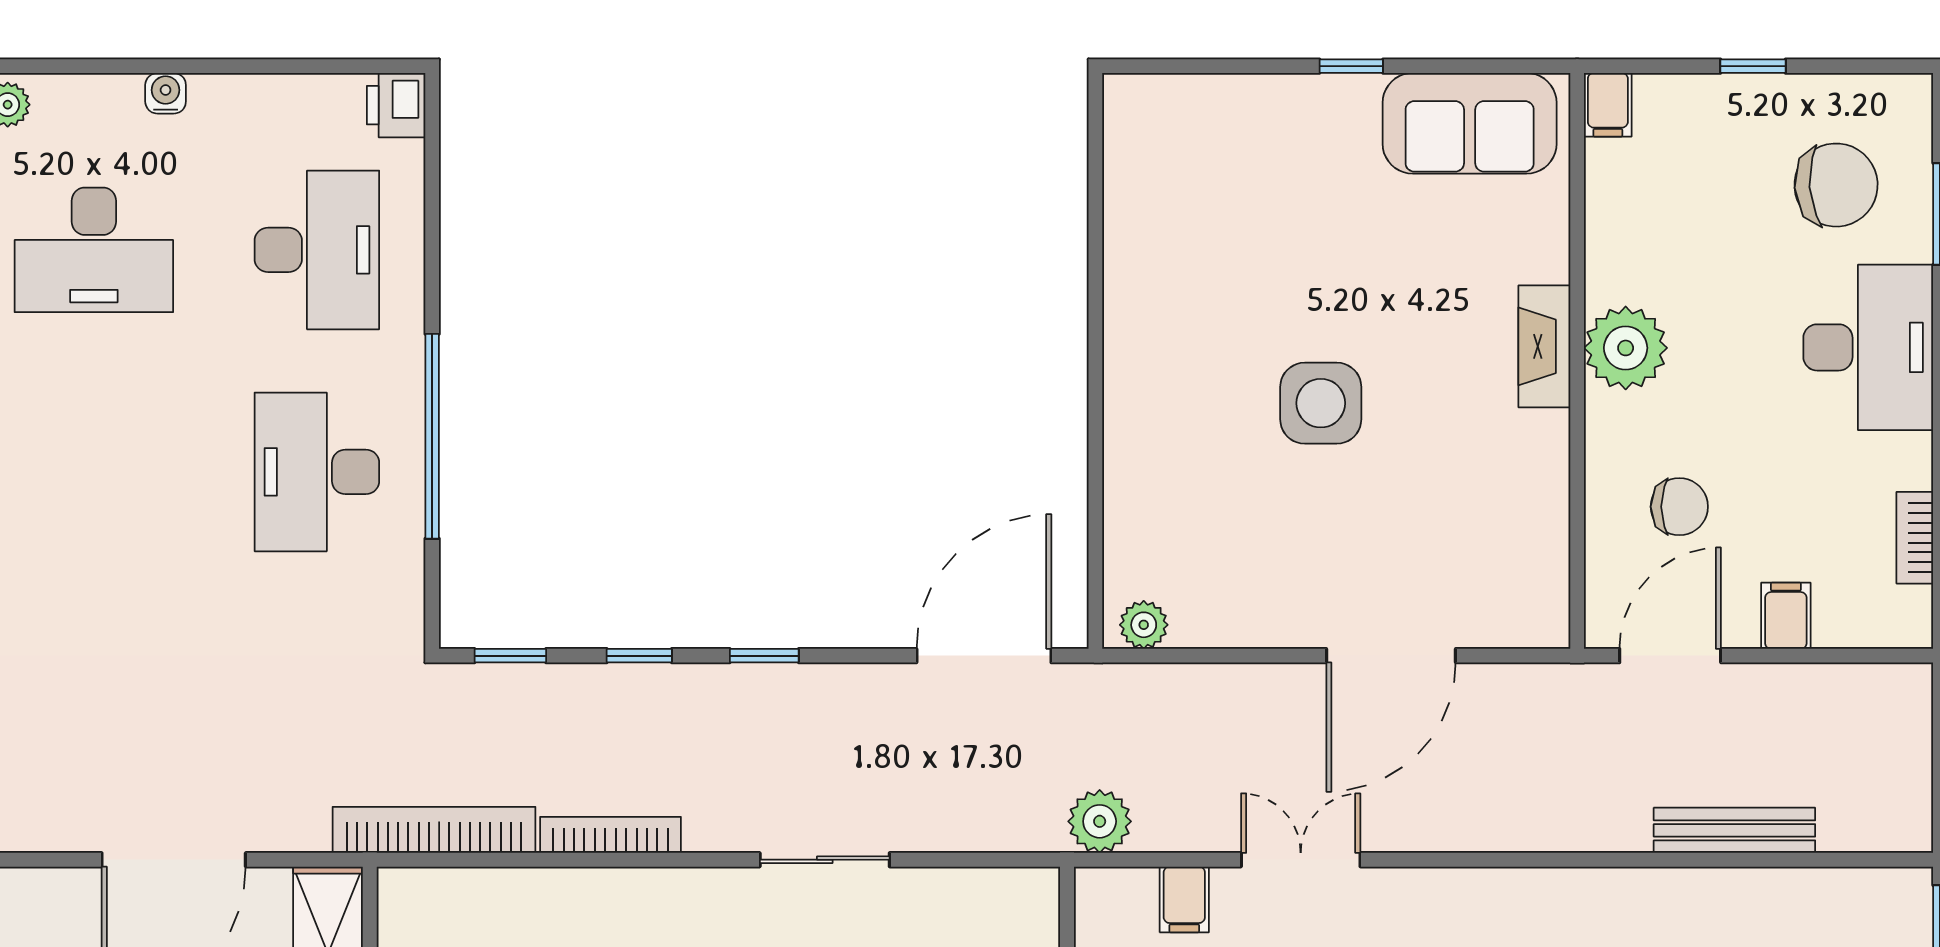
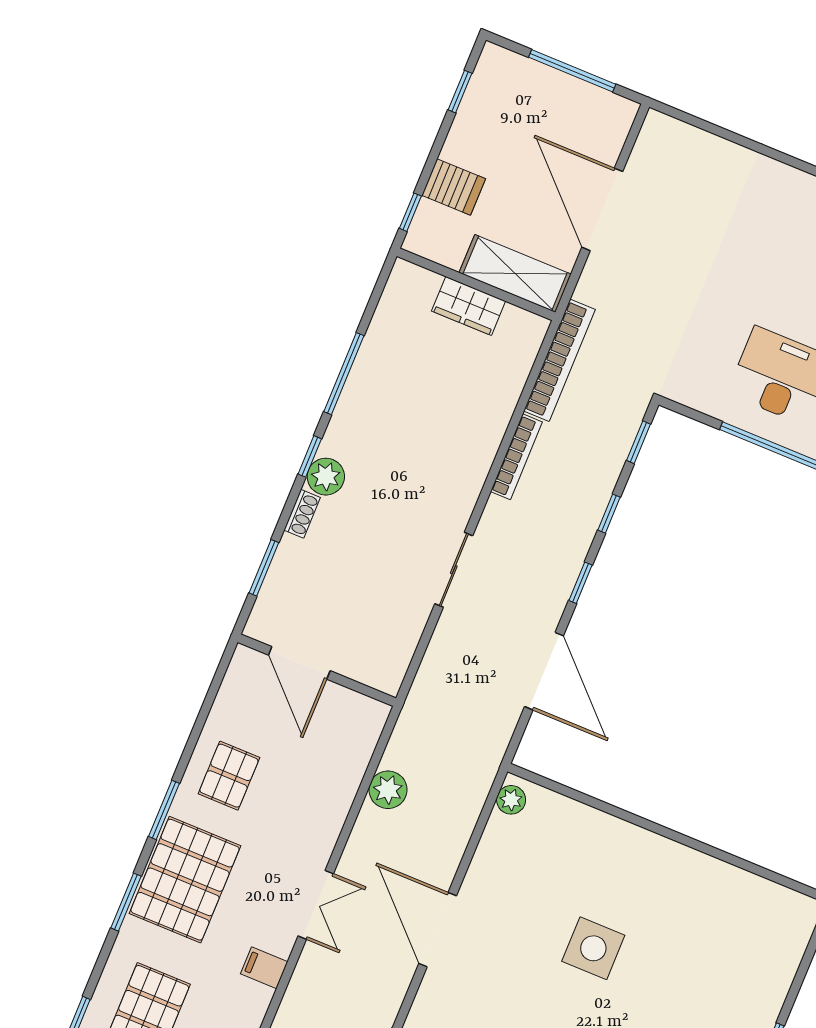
door: (984, 656) -> (544, 671), moved
plant: (1100, 821) -> (388, 790), moved
double door: (1301, 860) -> (316, 905), moved
filing cabinet: (1184, 899) -> (264, 968), moved

